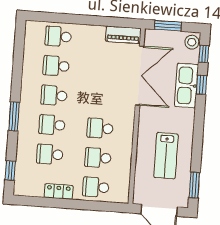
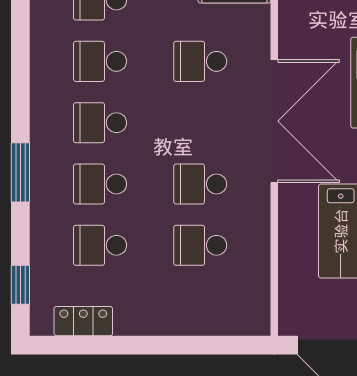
double door: (140, 76) -> (274, 121), moved
school desk: (96, 187) -> (200, 61), moved
locker: (59, 191) -> (83, 321), moved

